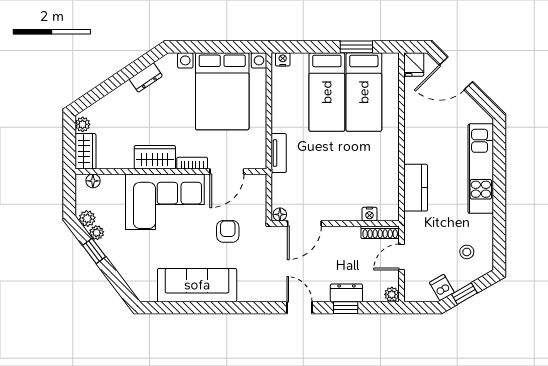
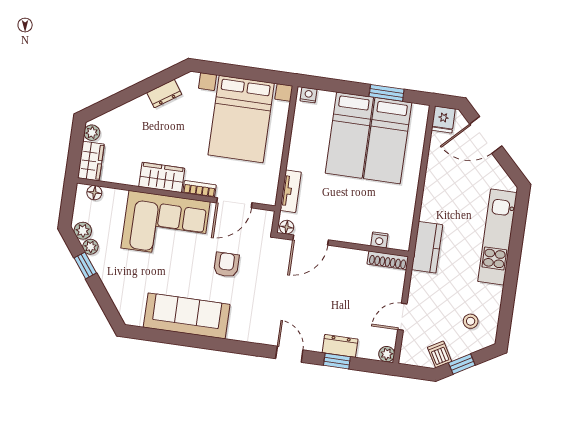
floor lamp: (280, 214) -> (287, 227), moved
nightstand: (369, 214) -> (379, 240), moved
door: (304, 223) -> (311, 240), moved
wall: (335, 223) -> (343, 245), moved
shoe rack: (380, 232) -> (388, 260), moved

